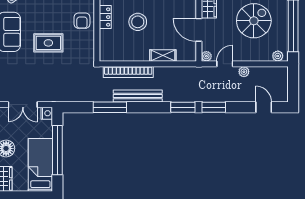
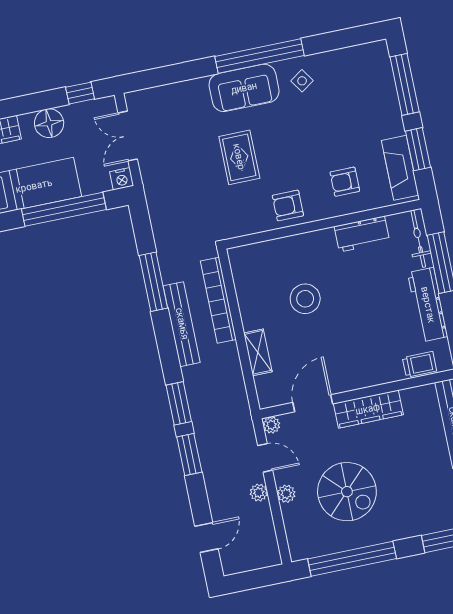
locker: (105, 17) -> (302, 243), removed
plant: (278, 56) -> (286, 494), moved

